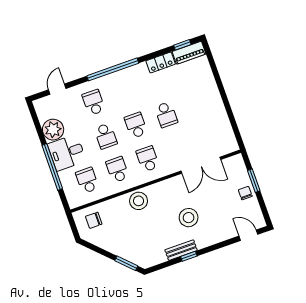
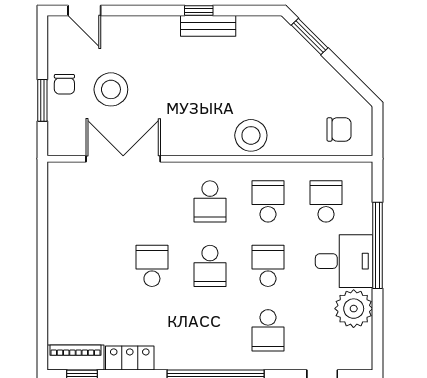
school desk: (117, 170) -> (268, 201), turned 180
school desk: (87, 180) -> (326, 201), turned 180
stool: (189, 218) -> (111, 89), moved

